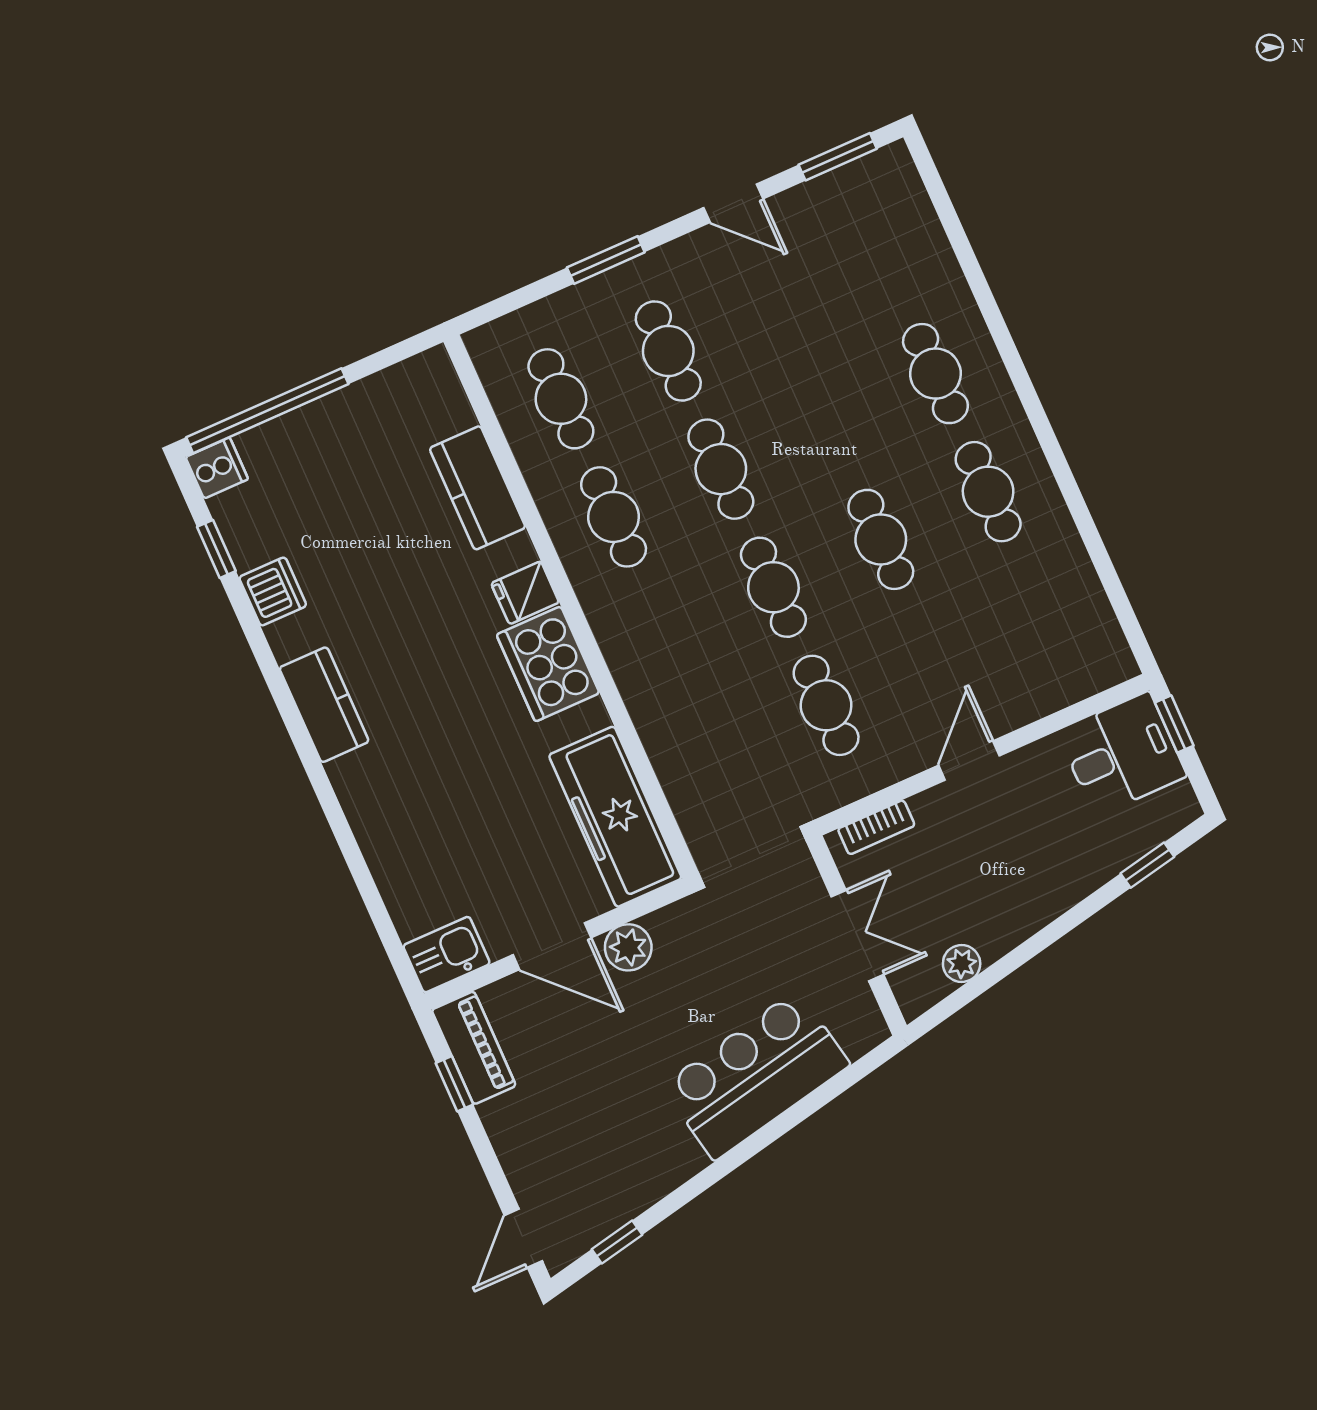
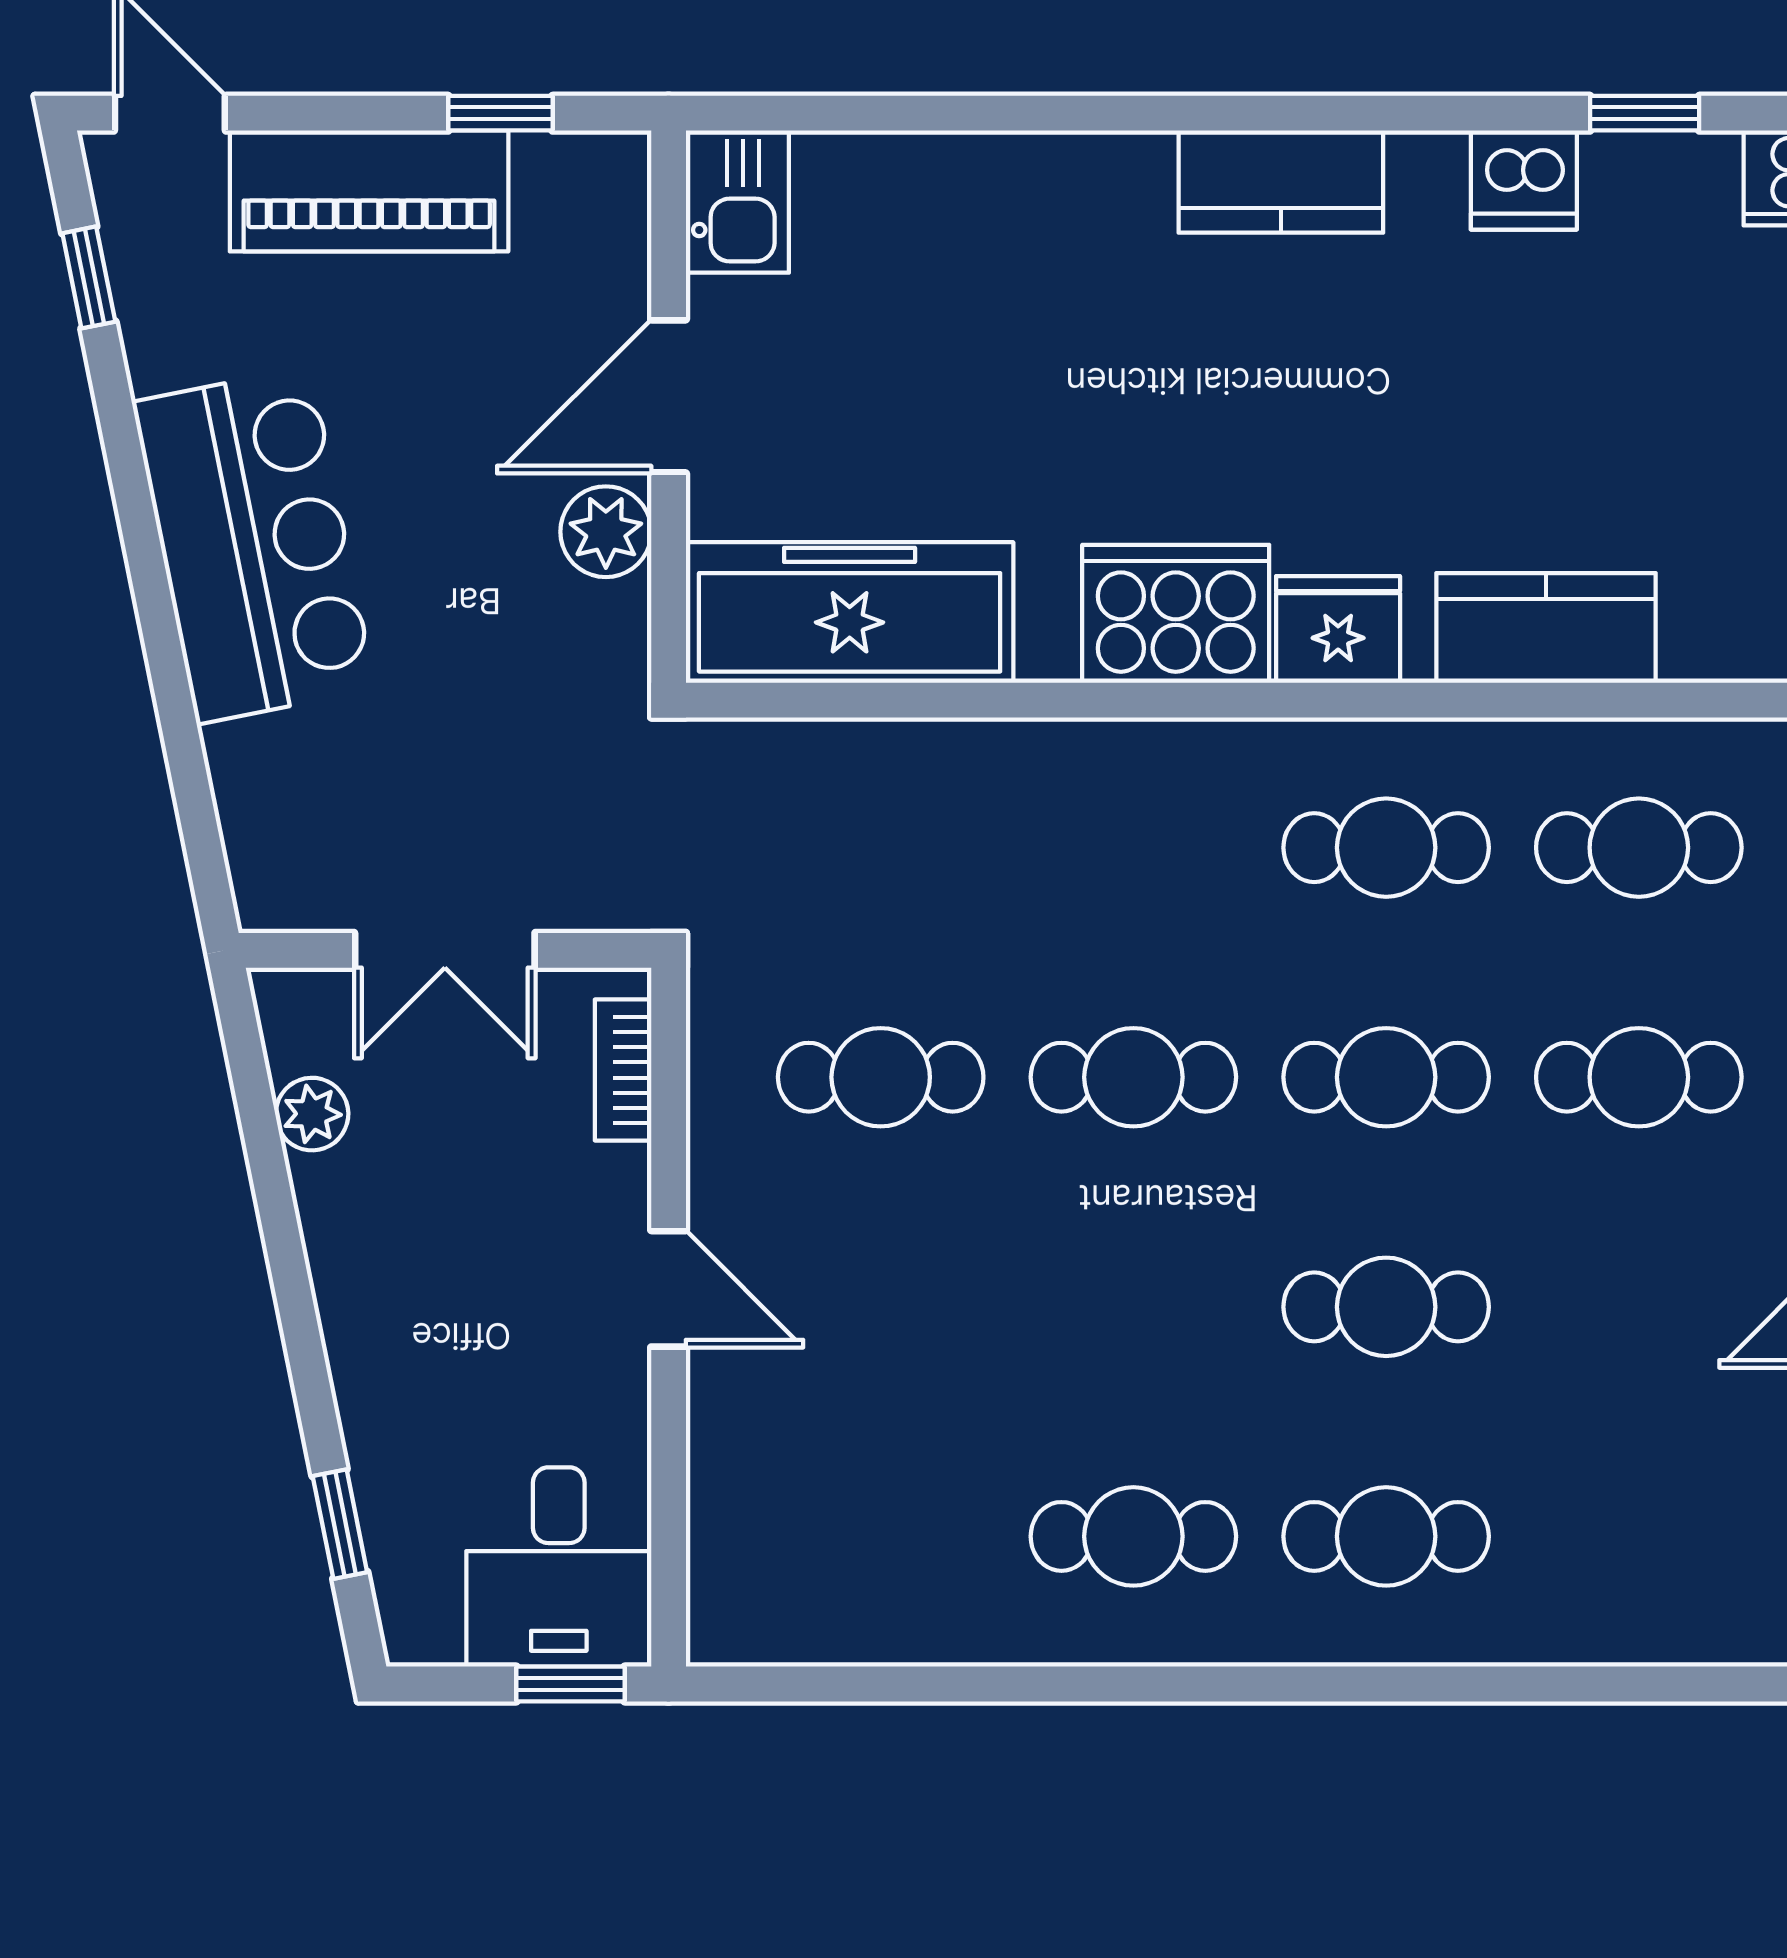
cafe table: (881, 539) -> (1386, 1307), moved
fridge: (525, 593) -> (1338, 629), width x1.38
piano: (474, 1048) -> (369, 191), moved, width x1.37, depth x1.33
bar counter: (756, 1075) -> (254, 545), moved

